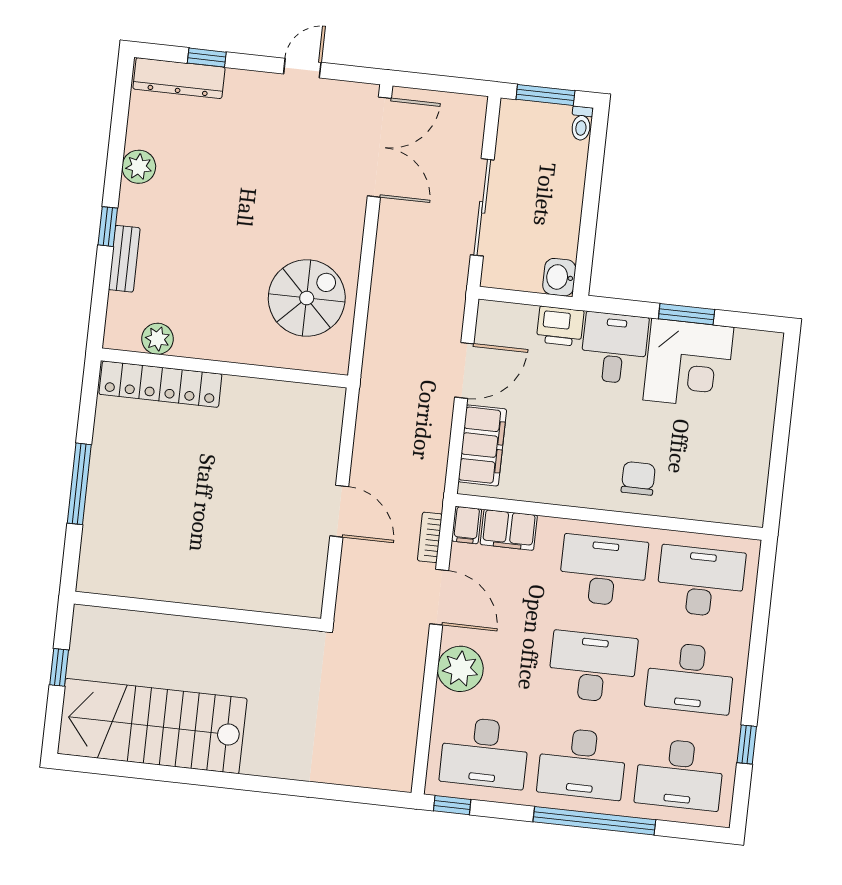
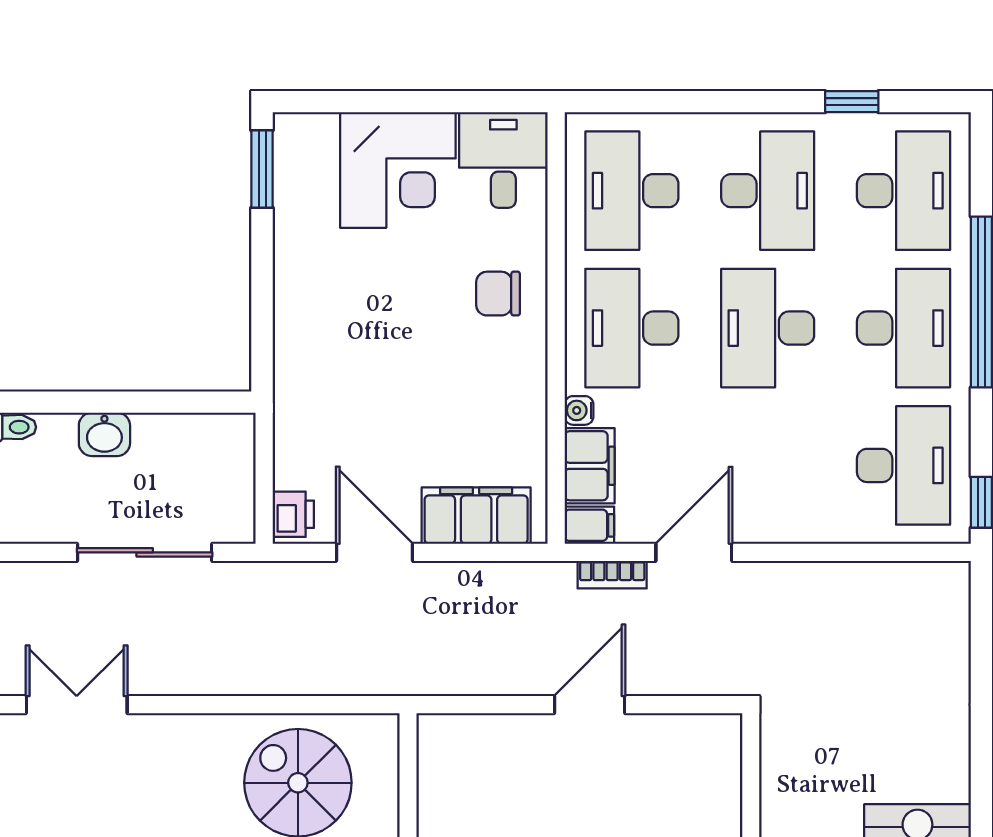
double door: (379, 147) -> (77, 705), width x0.73
washbasin: (559, 277) -> (104, 434), moved
window: (687, 314) -> (262, 169), moved
printer: (560, 326) -> (293, 514), moved, width x0.73, depth x0.81
desk: (614, 348) -> (503, 160), moved, turned 90
corner desk: (688, 364) -> (398, 170), moved, turned 90
water cooler: (549, 527) -> (579, 410), added
plant: (460, 669) -> (791, 512), removed

